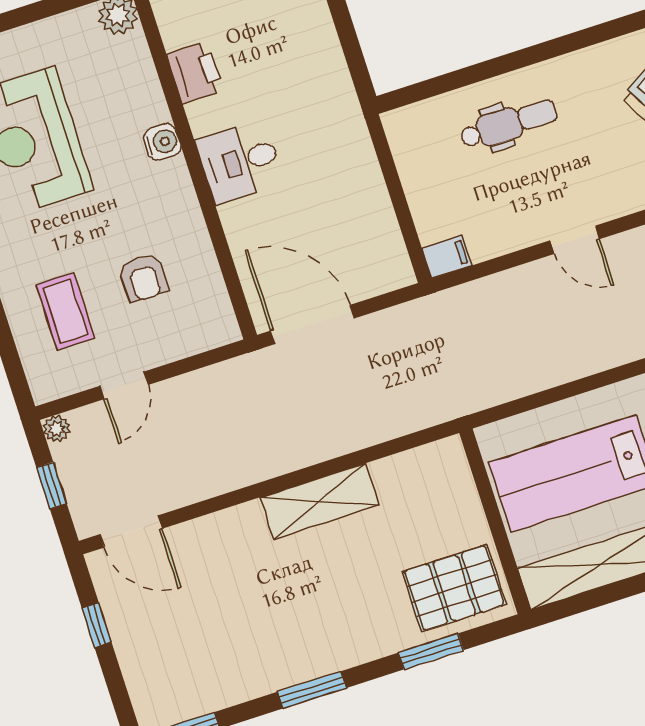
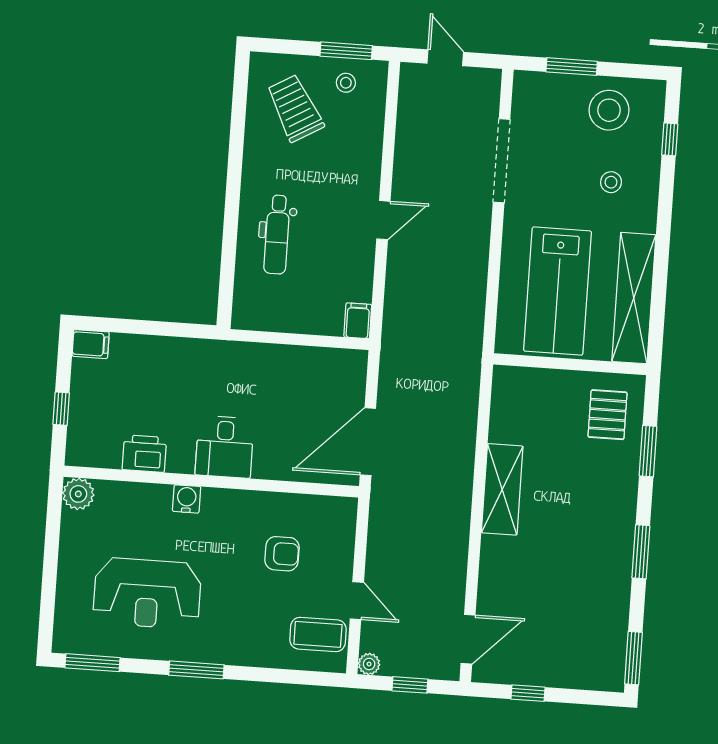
dental chair: (509, 124) -> (277, 235), turned 180
coffee table: (65, 311) -> (318, 634), moved
pallet: (454, 588) -> (608, 415), width x0.67, depth x0.71

